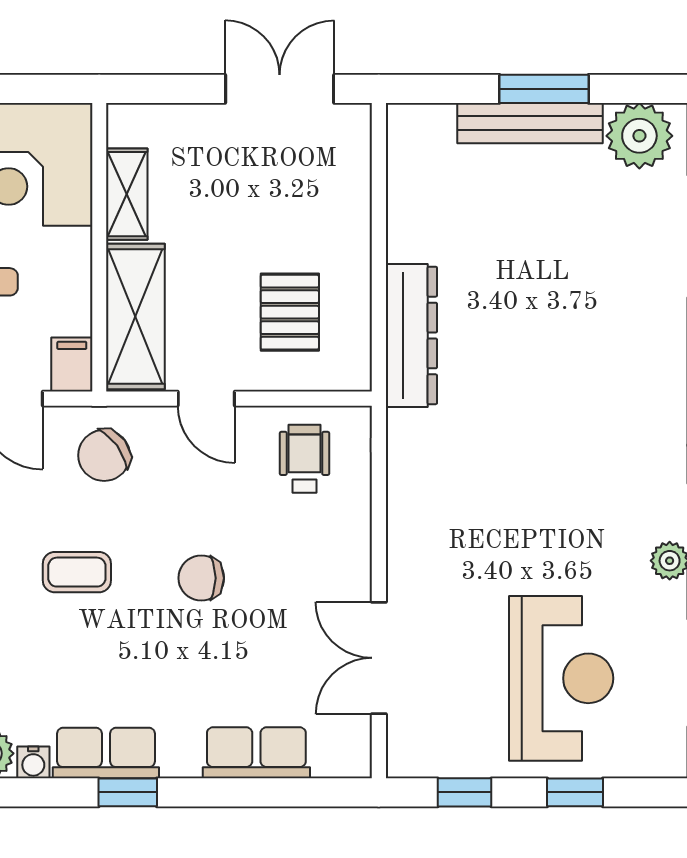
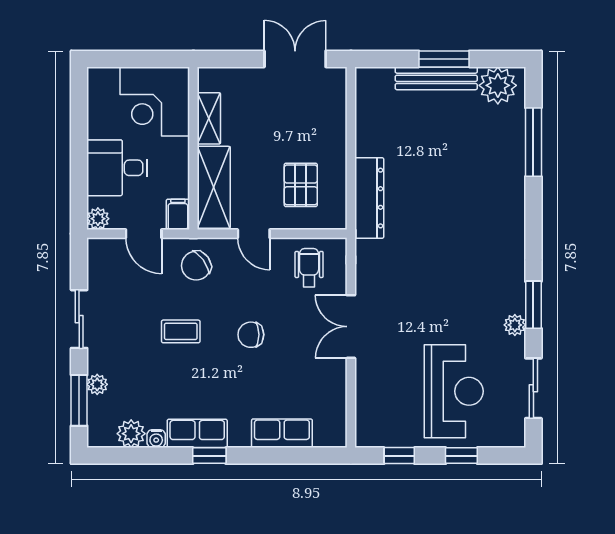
double door: (379, 658) -> (351, 327), moved

